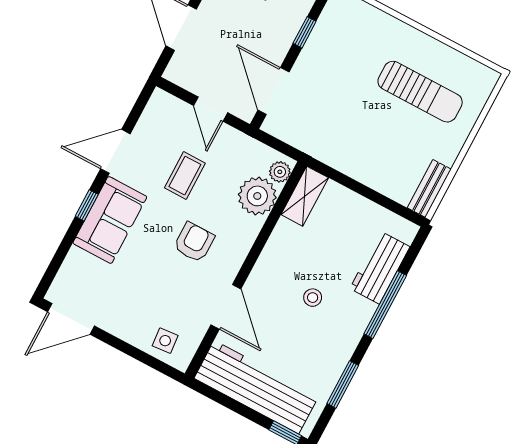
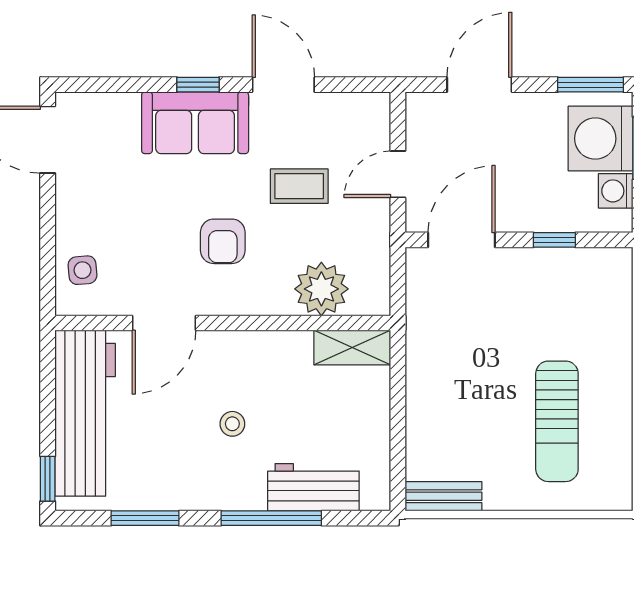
plant: (280, 172) -> (366, 301), removed
armchair: (194, 242) -> (223, 241), turned 90

